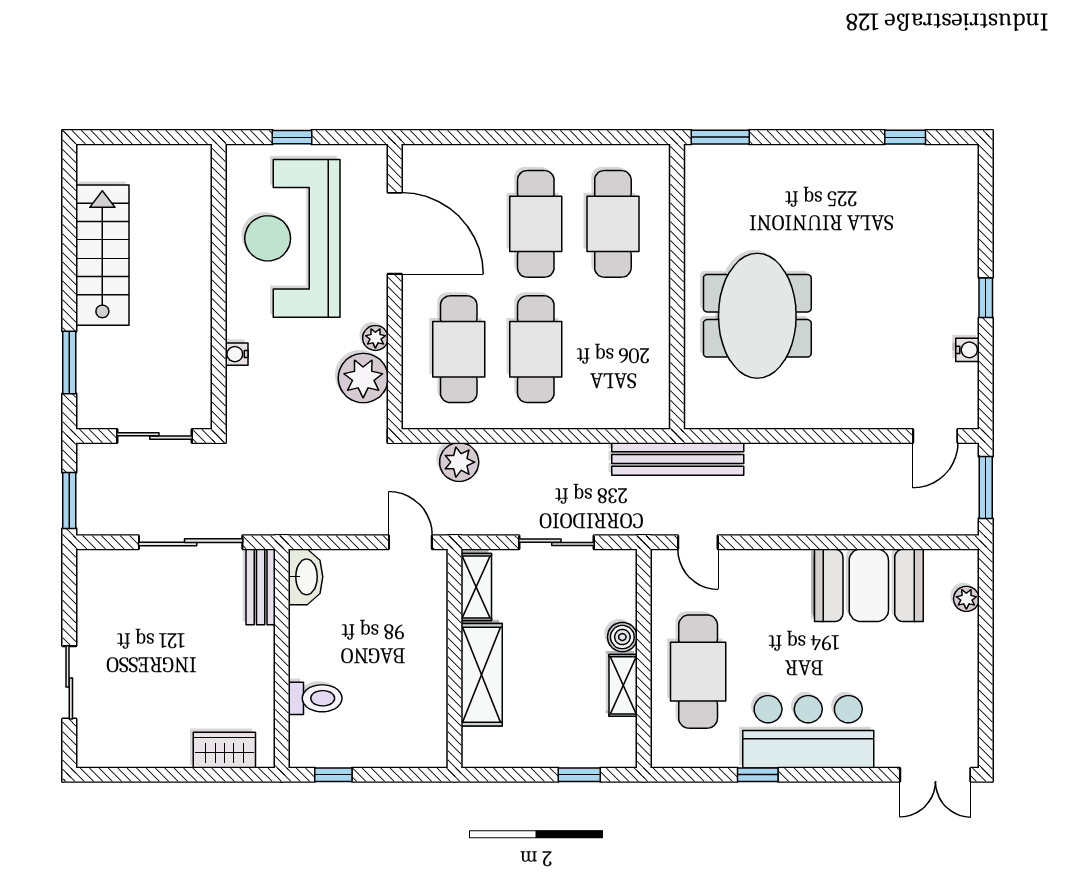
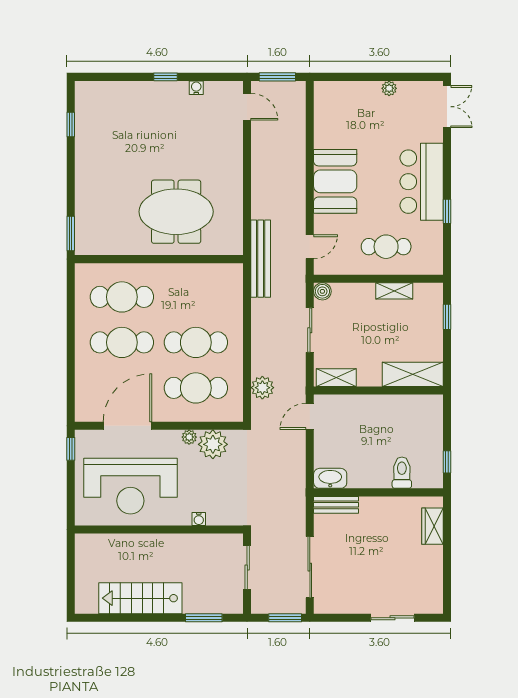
window: (292, 137) -> (71, 449), moved
sliding door: (191, 542) -> (310, 567), moved
booth: (869, 585) -> (335, 181), moved
plant: (966, 599) -> (389, 88), moved
boiler: (622, 637) -> (322, 291), moved
cafe table: (698, 672) -> (386, 247), width x0.73, depth x0.74
shelving: (482, 675) -> (413, 374), moved

